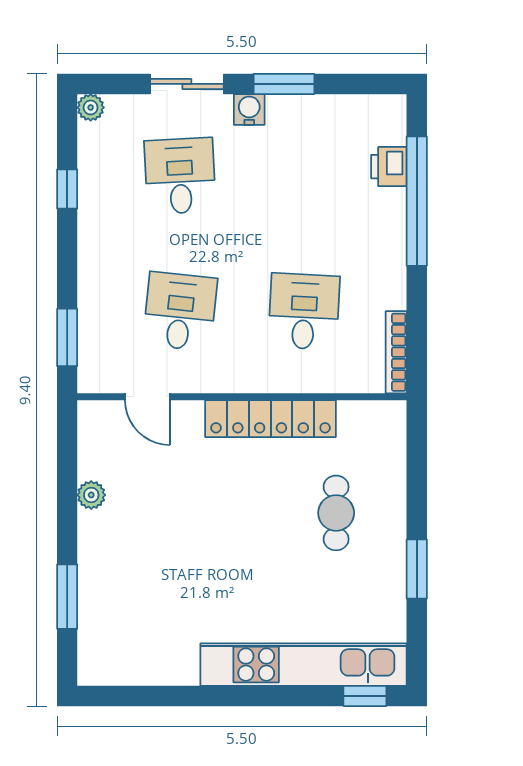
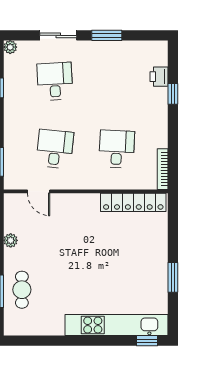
water cooler: (249, 109) -> (89, 48), removed
window: (417, 201) -> (173, 94), width x0.32
locker: (271, 419) -> (133, 202), moved
cafe table: (336, 513) -> (22, 290), moved

